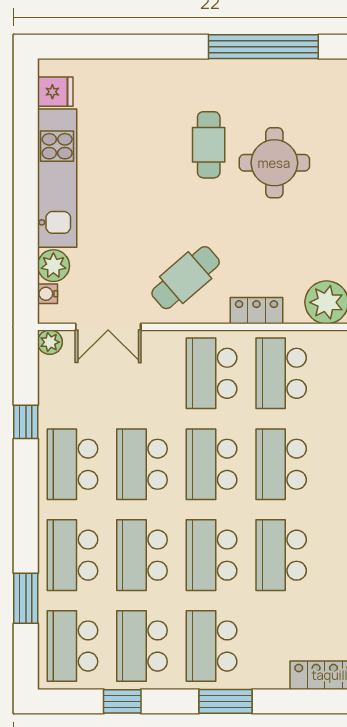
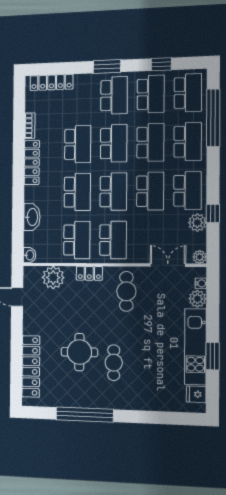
window: (26, 162) -> (213, 356), added
cafe table: (186, 278) -> (126, 291), turned -49
plant: (54, 405) -> (197, 223), added
window: (26, 598) -> (213, 118), width x2.11

